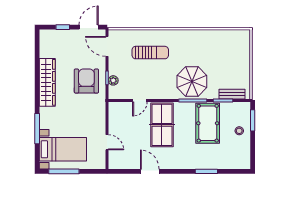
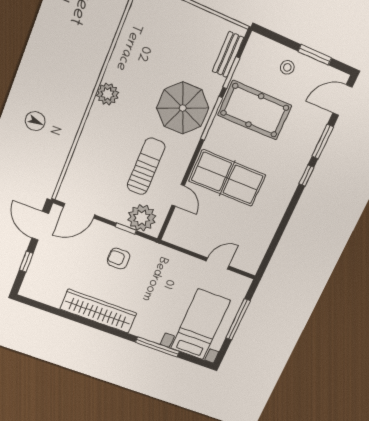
plant: (182, 36) -> (108, 94), added
sun lounger: (150, 53) -> (146, 166), moved
plant: (113, 80) -> (142, 218), width x1.88, depth x1.88
armchair: (86, 81) -> (119, 259), width x0.53, depth x0.53
window: (253, 120) -> (315, 55), moved
window: (64, 171) -> (238, 319), moved
door: (150, 171) -> (342, 100), moved
window: (183, 171) -> (306, 176), added

